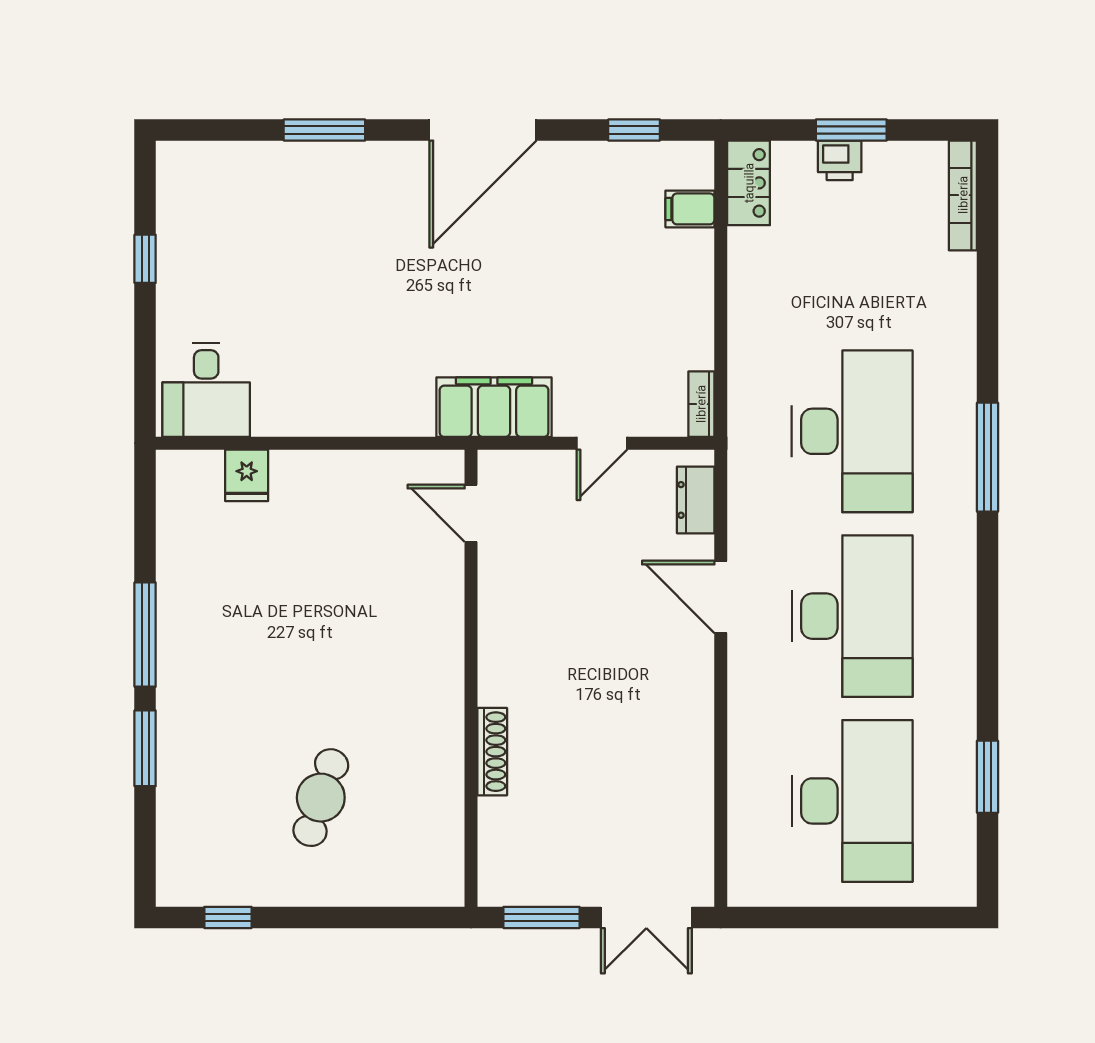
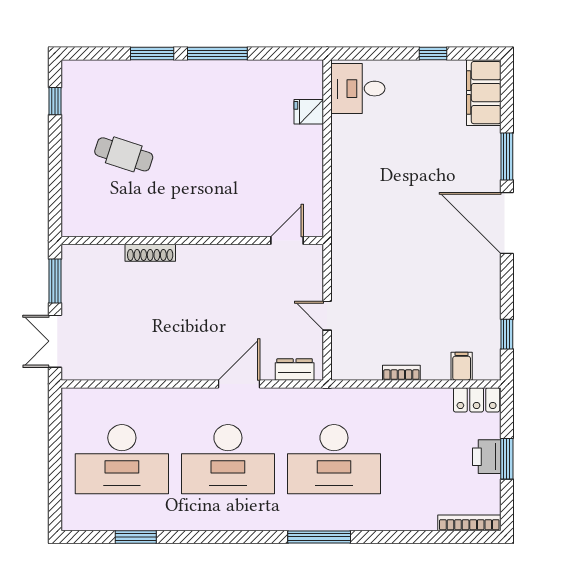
door: (483, 130) -> (507, 223), moved
printer: (840, 160) -> (487, 457), width x1.36, depth x1.24
bookcase: (701, 404) -> (401, 373), moved
filing cabinet: (494, 407) -> (484, 93), moved, turned 180

